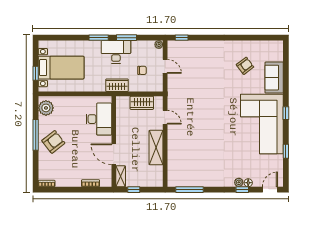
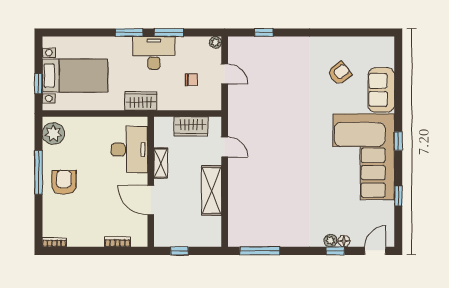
window: (182, 38) -> (264, 32), moved
wardrobe: (117, 85) -> (141, 101), moved
armchair: (53, 142) -> (64, 182), turned -52
shelving: (121, 176) -> (161, 163), moved

